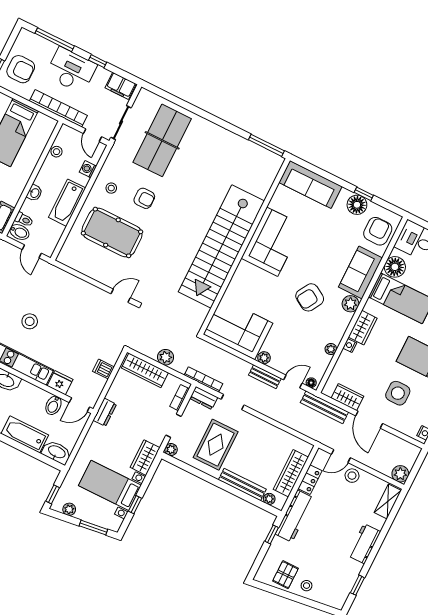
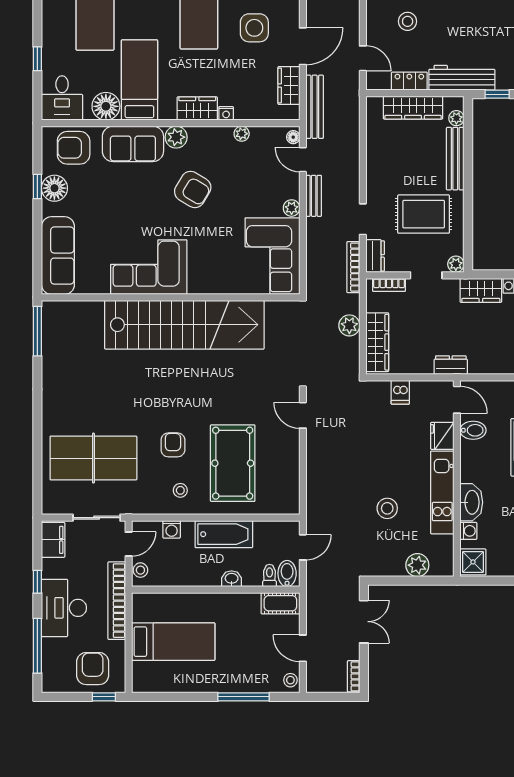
stool: (57, 152) -> (140, 570), moved
stool: (352, 476) -> (408, 21), moved

